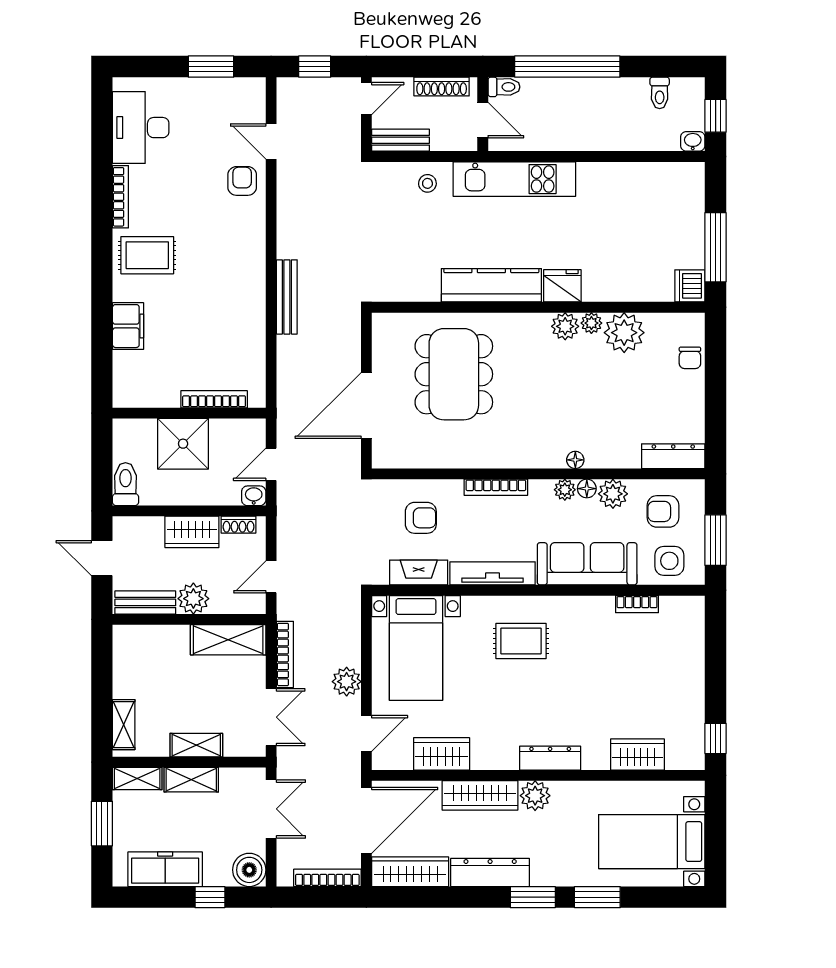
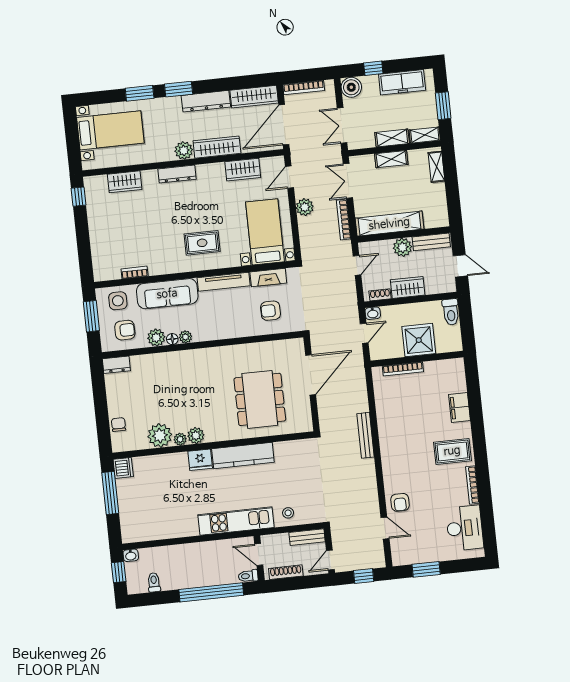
dresser: (673, 456) -> (116, 365), width x0.70
floor lamp: (575, 460) -> (181, 356), removed
bookcase: (496, 487) -> (227, 334), removed
shelving: (228, 640) -> (389, 224), width x1.47

